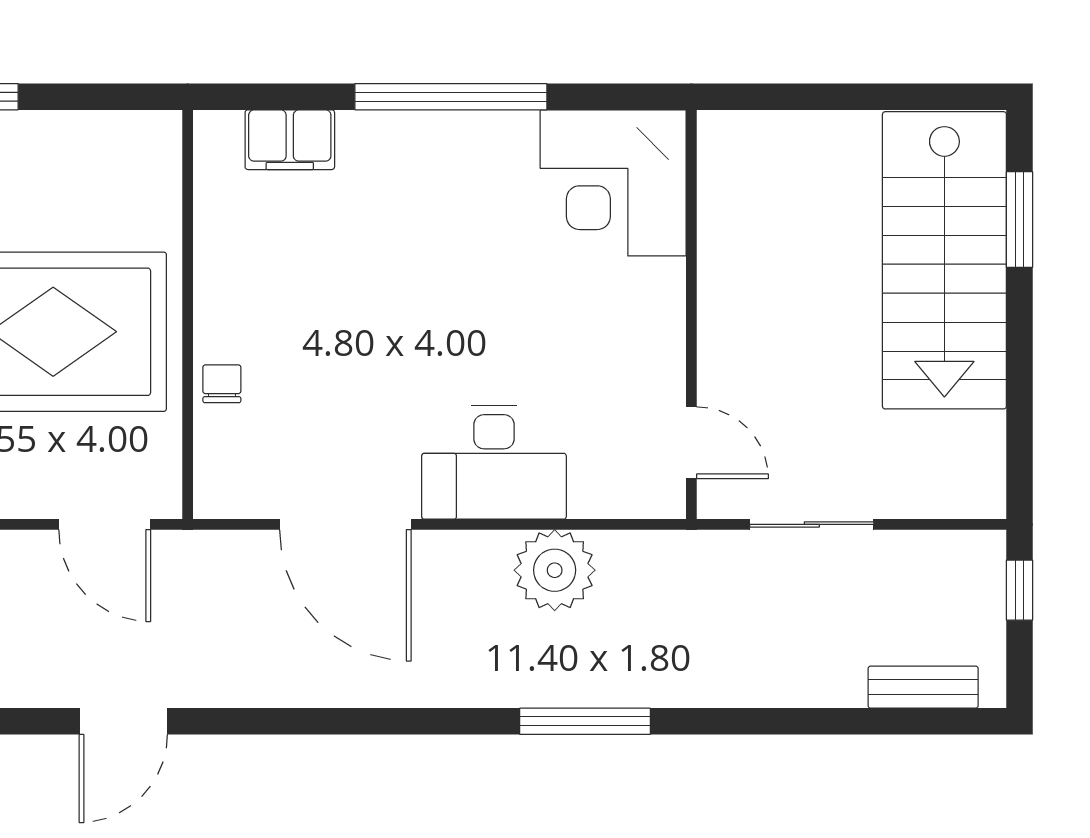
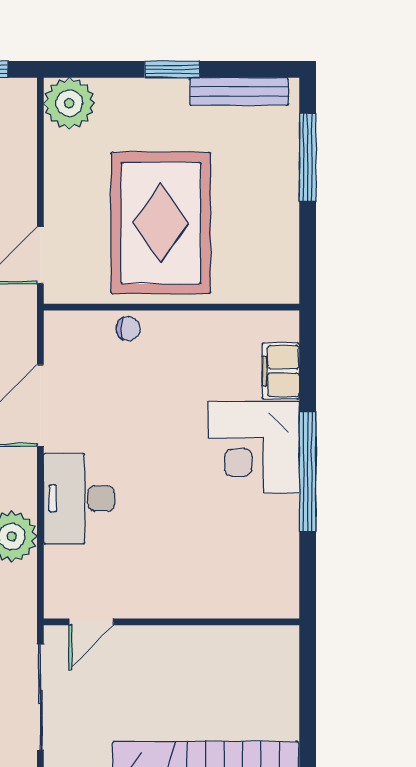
corner desk: (613, 183) -> (254, 447), moved, turned -90
sliding door: (812, 524) -> (40, 697), width x1.37

